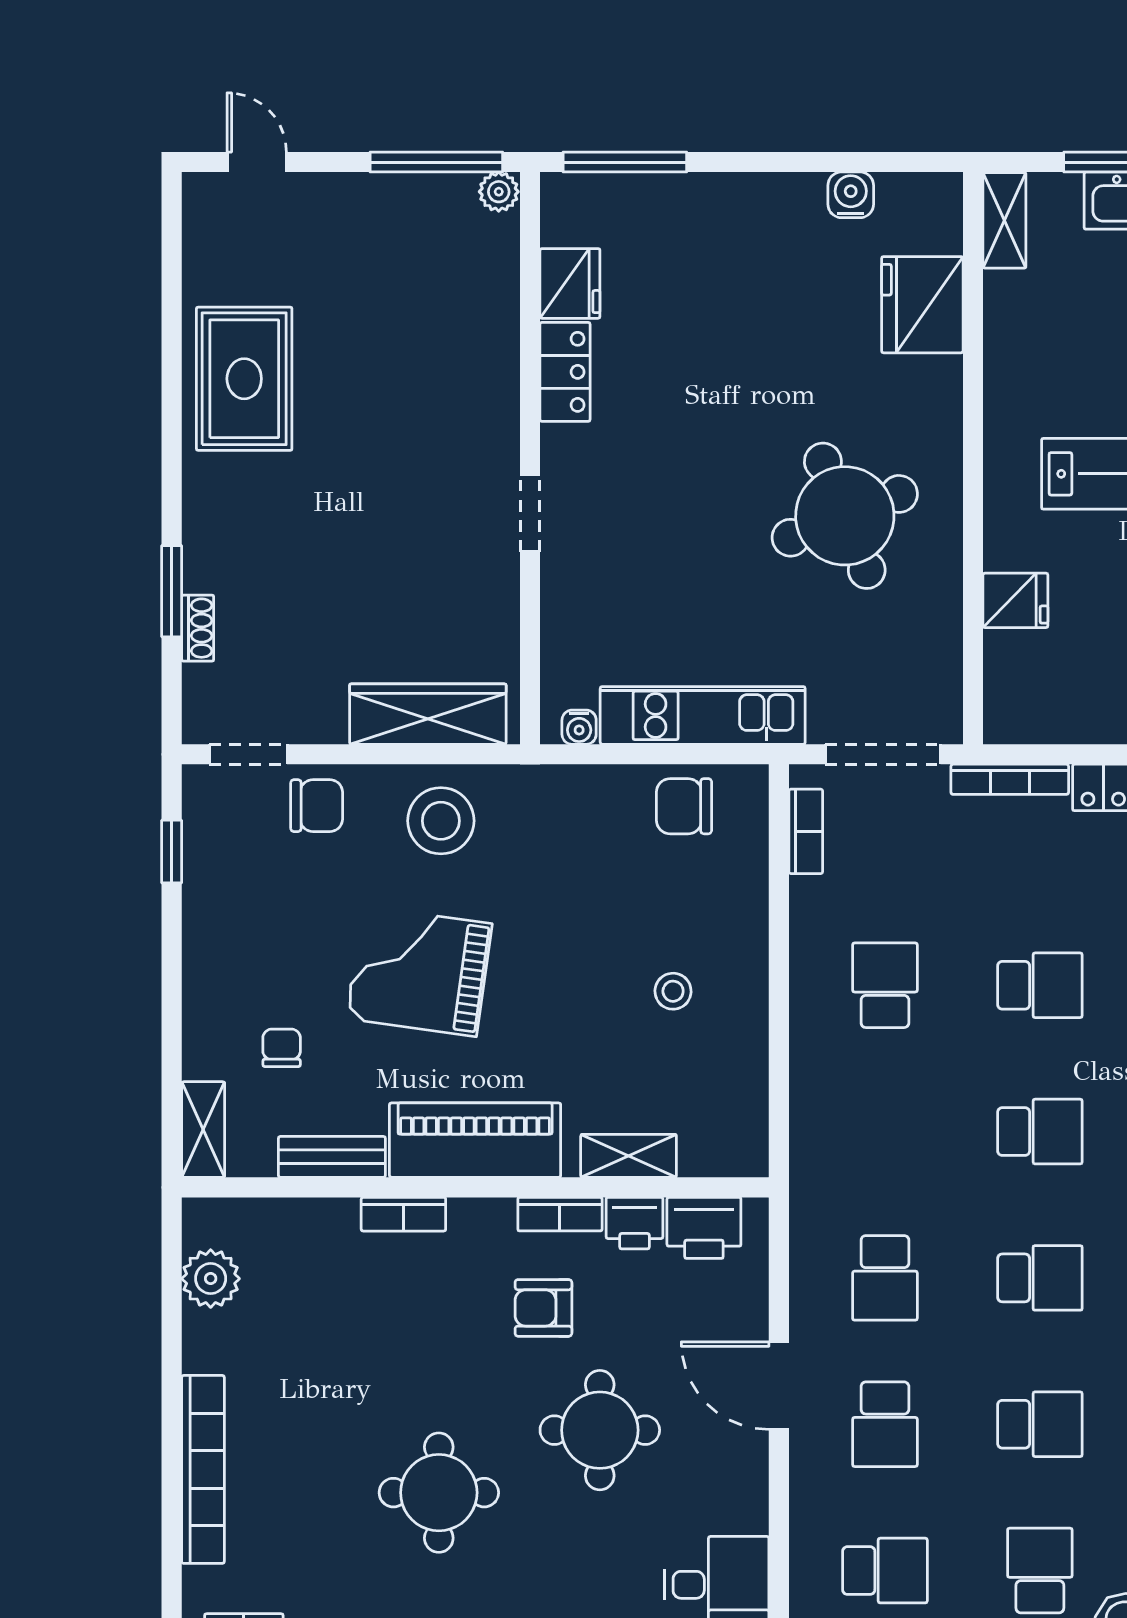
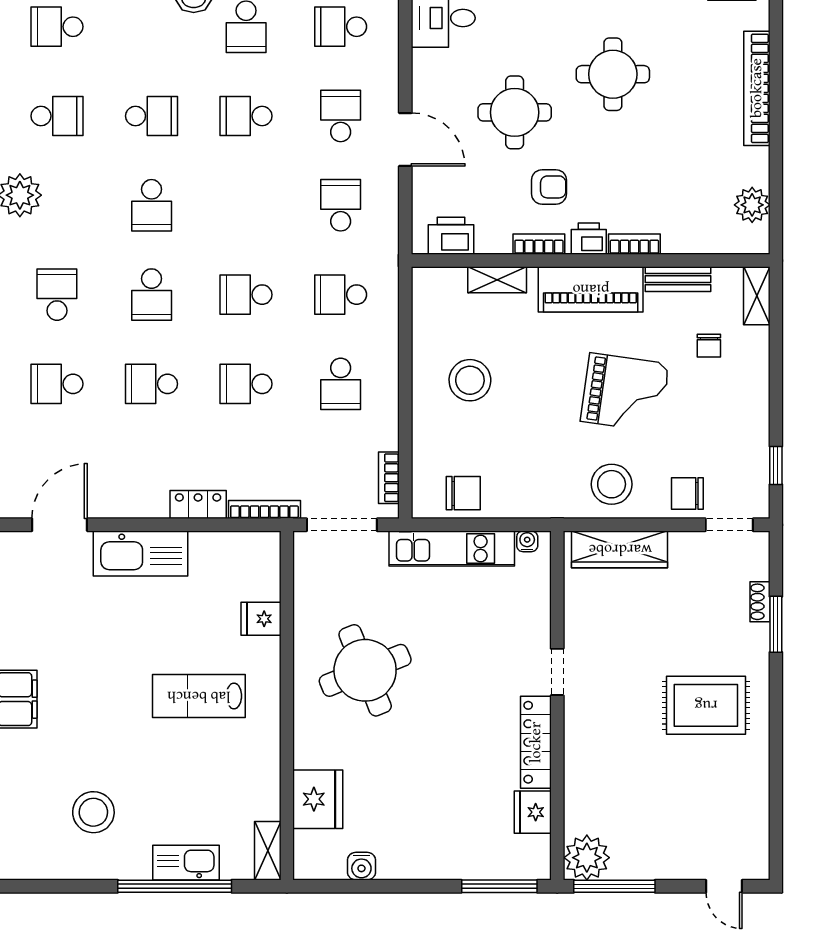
plant: (499, 192) -> (587, 858), width x1.88, depth x1.88
locker: (565, 372) -> (536, 742), width x1.53
rug: (244, 379) -> (706, 705), moved, turned 90
stool: (673, 991) -> (470, 380), width x1.89, depth x1.89
printer: (635, 1223) -> (589, 239), moved
school desk: (1040, 1278) -> (341, 295), moved

